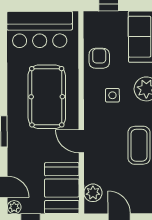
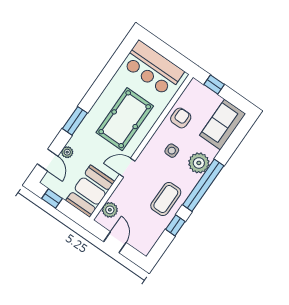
door: (81, 141) -> (127, 168), hinge flipped
plant: (14, 207) -> (67, 152), moved

